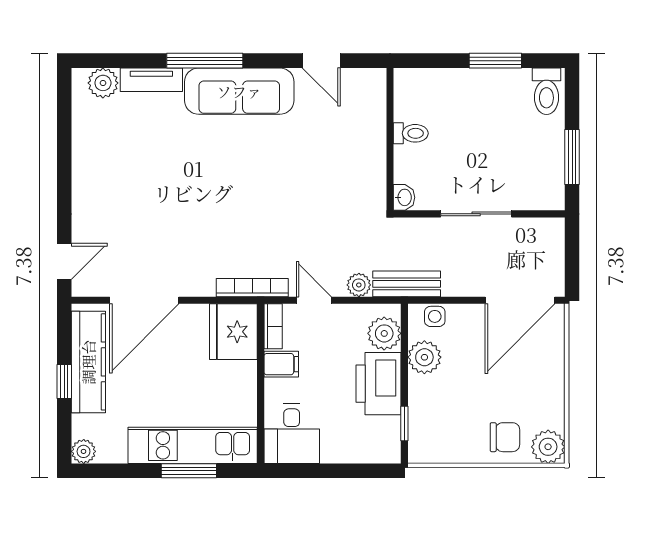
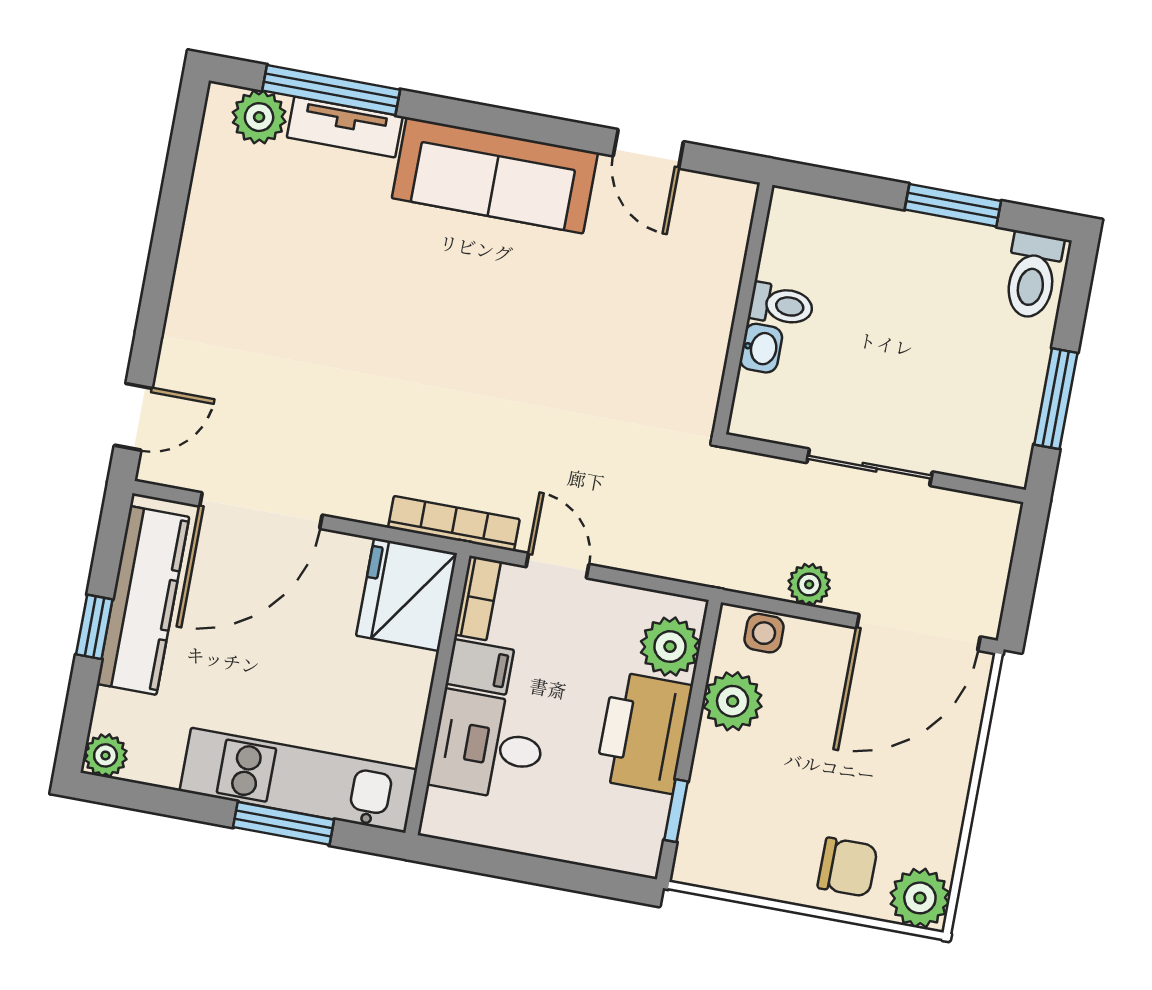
window: (205, 61) -> (331, 90), moved
washbasin: (404, 197) -> (761, 348), moved
bench: (407, 284) -> (725, 567), removed
plant: (359, 285) -> (809, 584), moved
desk: (292, 434) -> (488, 746), moved, turned 90

